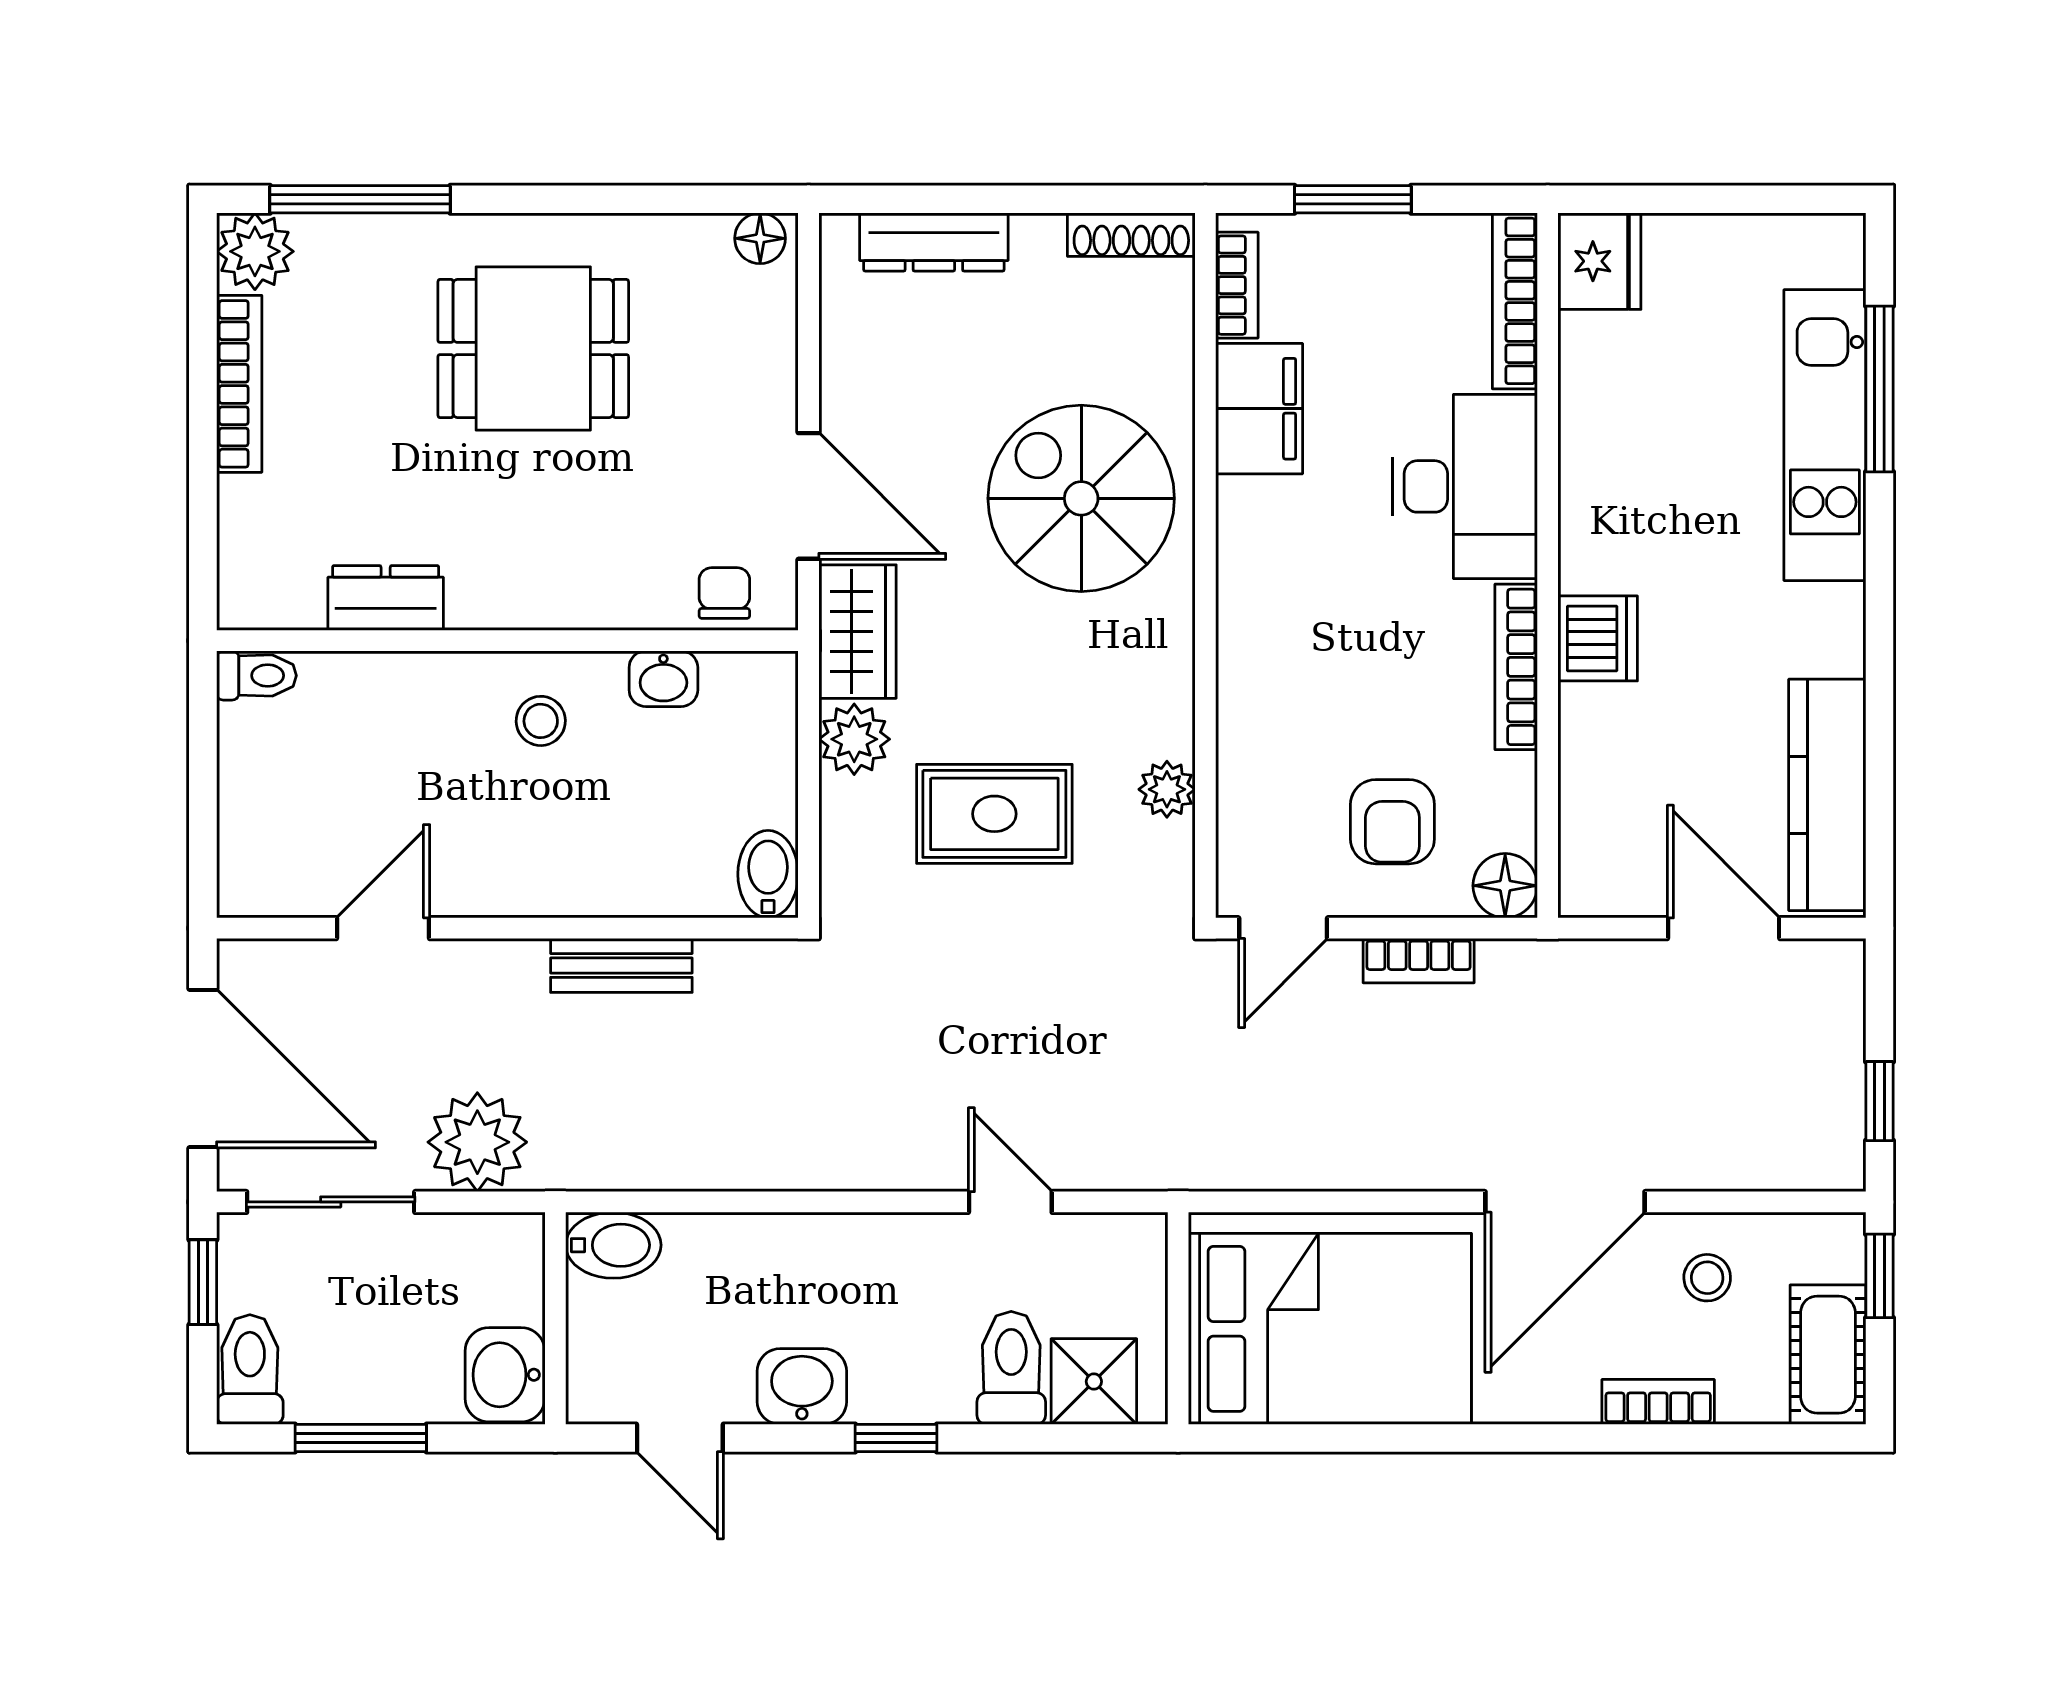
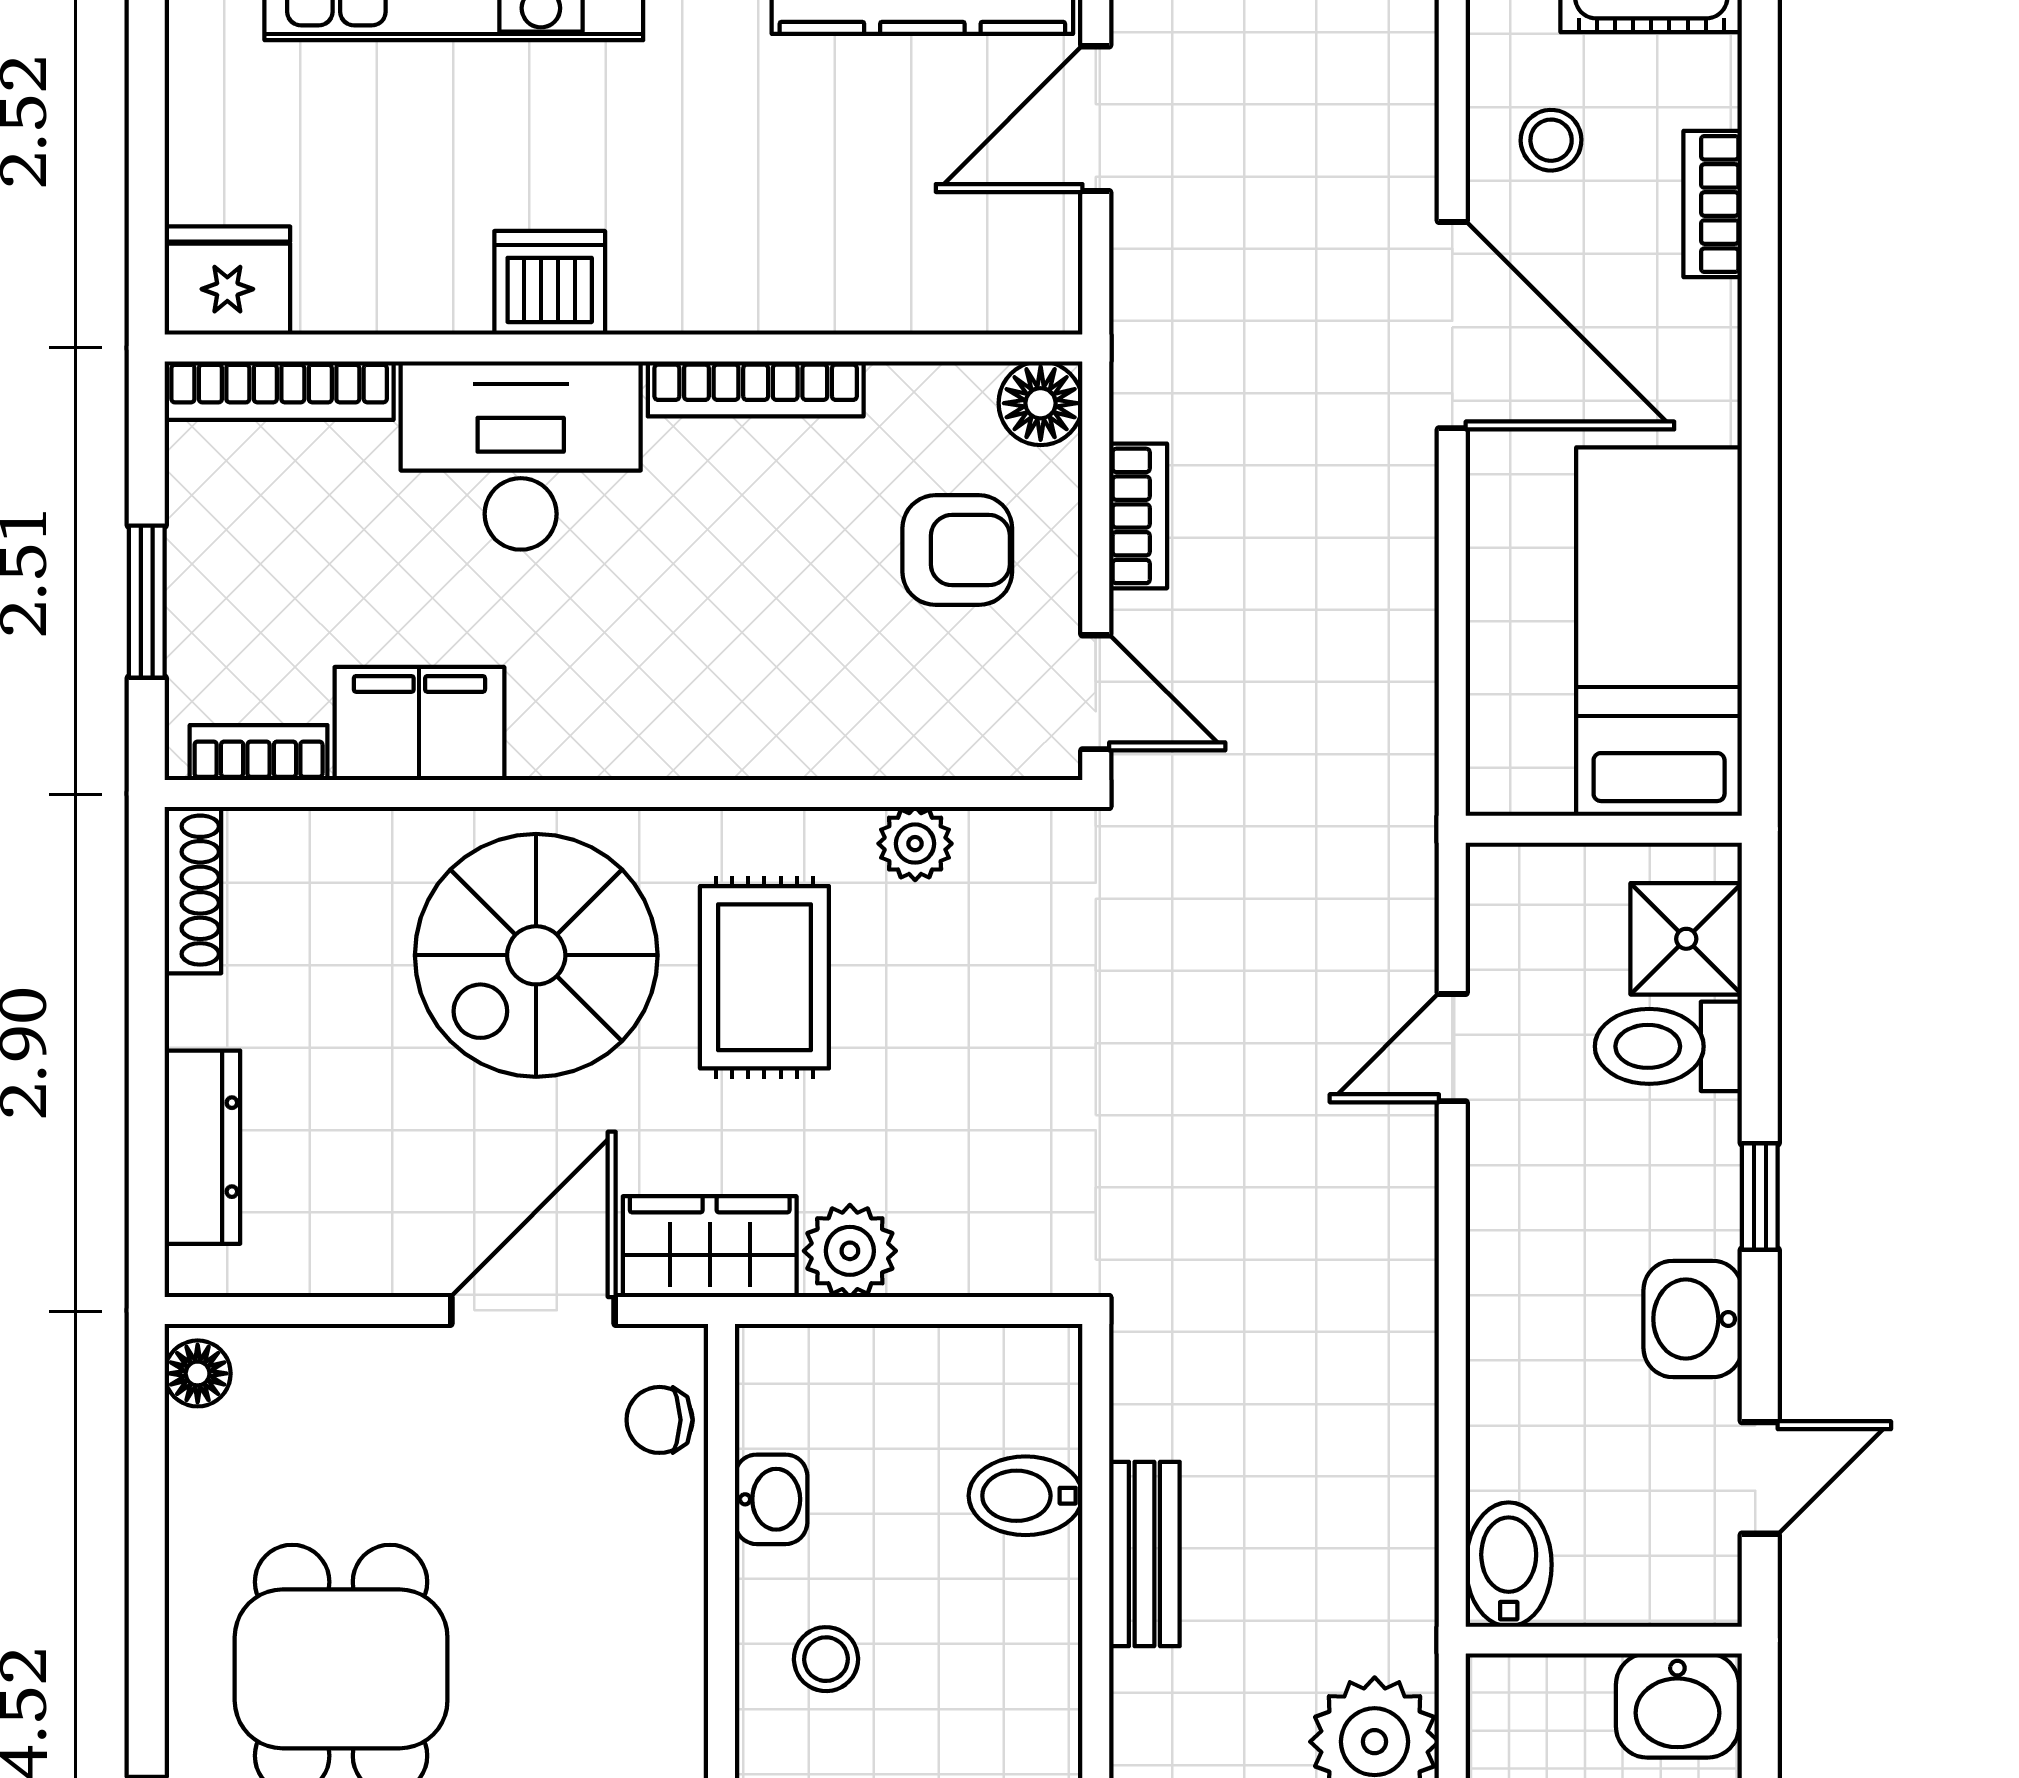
dishwasher: (1598, 638) -> (550, 283), moved
rug: (994, 814) -> (764, 977), moved
bidet: (768, 874) -> (1026, 1496), moved
bed: (1330, 1329) -> (1659, 632), width x0.67

